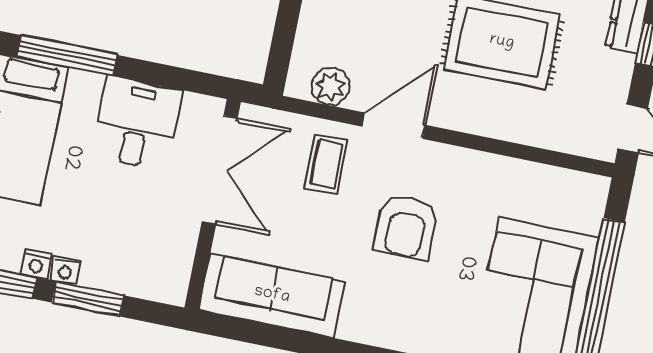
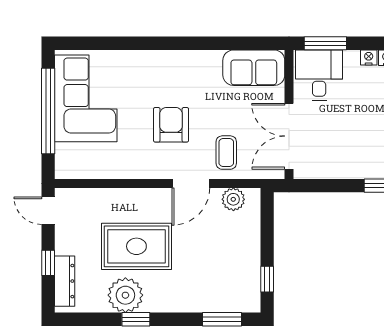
desk: (137, 123) -> (319, 75), moved, turned 180
sofa: (272, 295) -> (254, 68), width x0.73
window: (88, 299) -> (325, 43), moved

